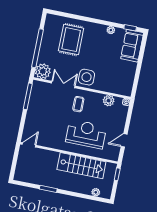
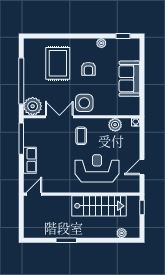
sofa: (132, 46) -> (129, 79), moved
armchair: (96, 49) -> (88, 69), added
row of seats: (31, 116) -> (30, 160), added

